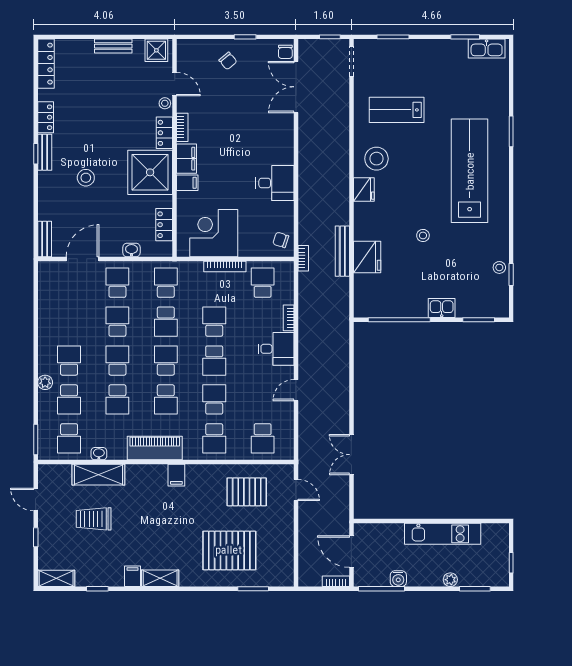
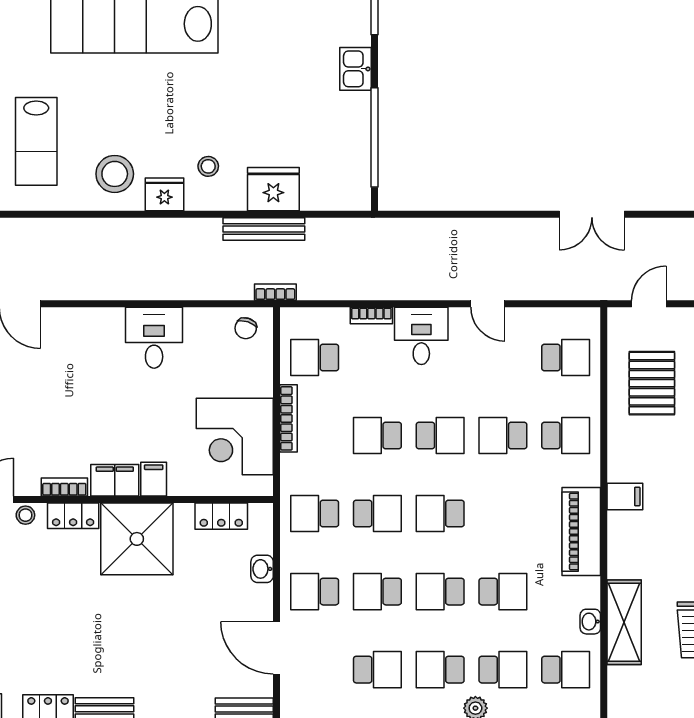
stool: (86, 178) -> (146, 643), removed
stool: (423, 235) -> (208, 166), moved
school desk: (166, 399) -> (377, 670), moved

